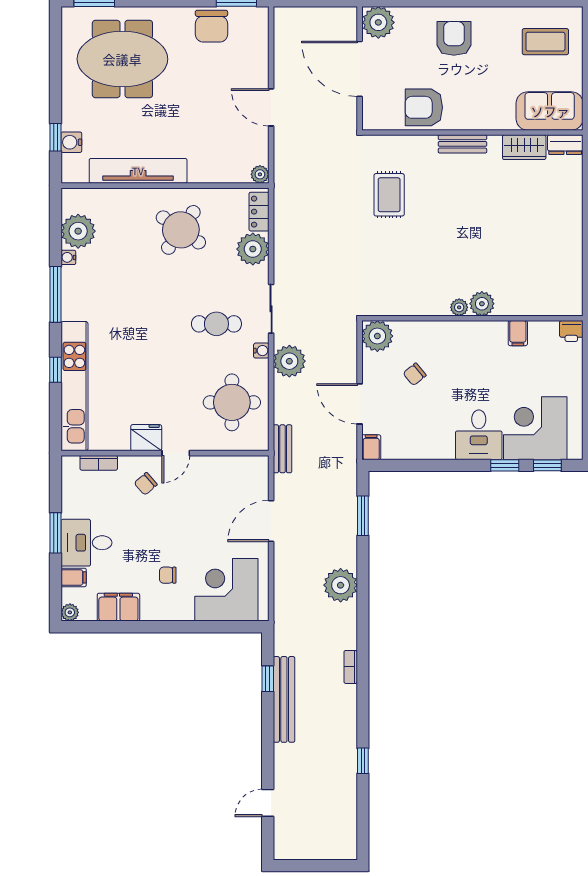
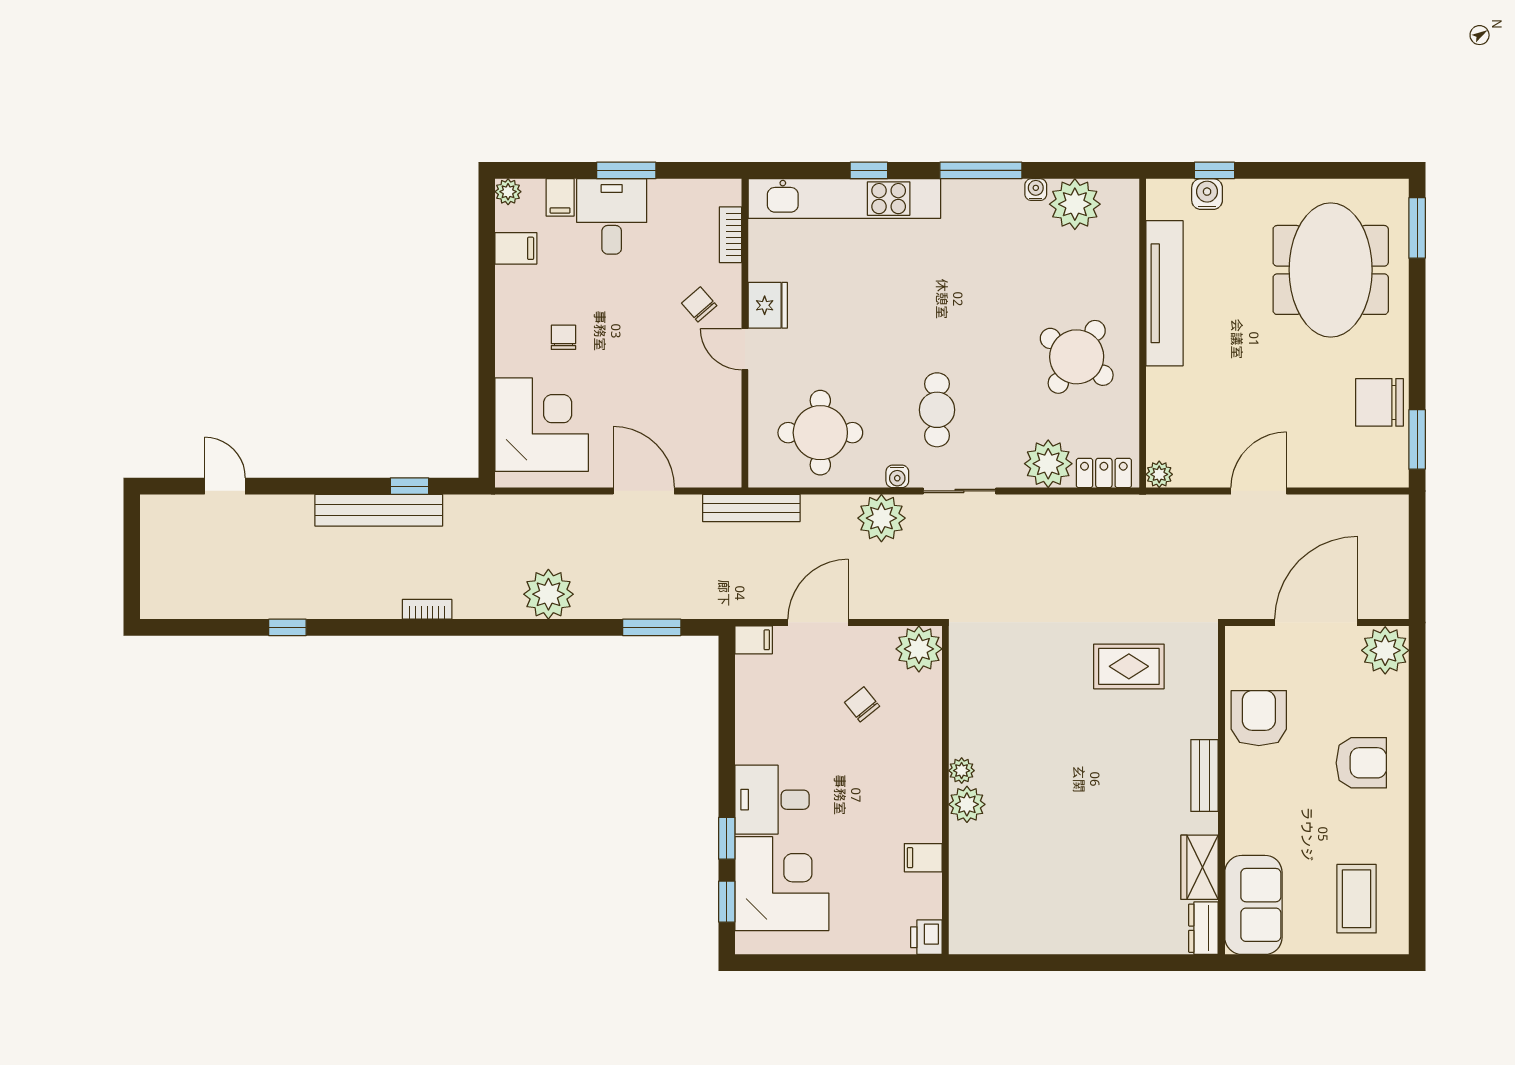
bench: (282, 449) -> (751, 508), width x1.36
filing cabinet: (118, 607) -> (516, 248), width x0.50

